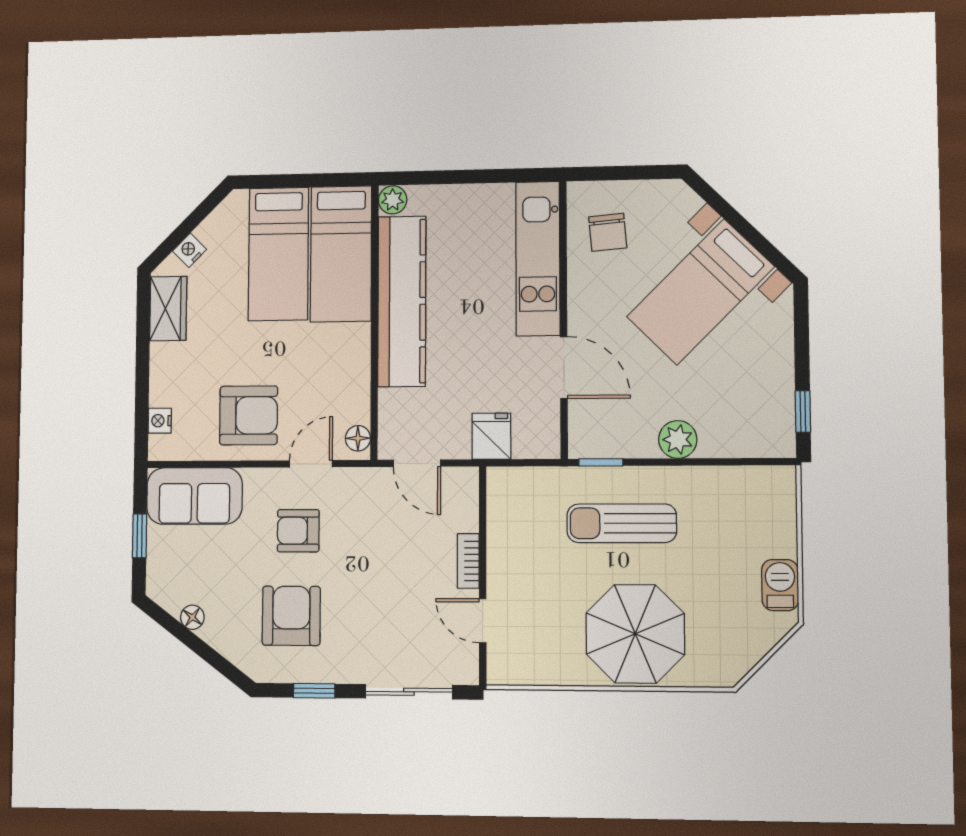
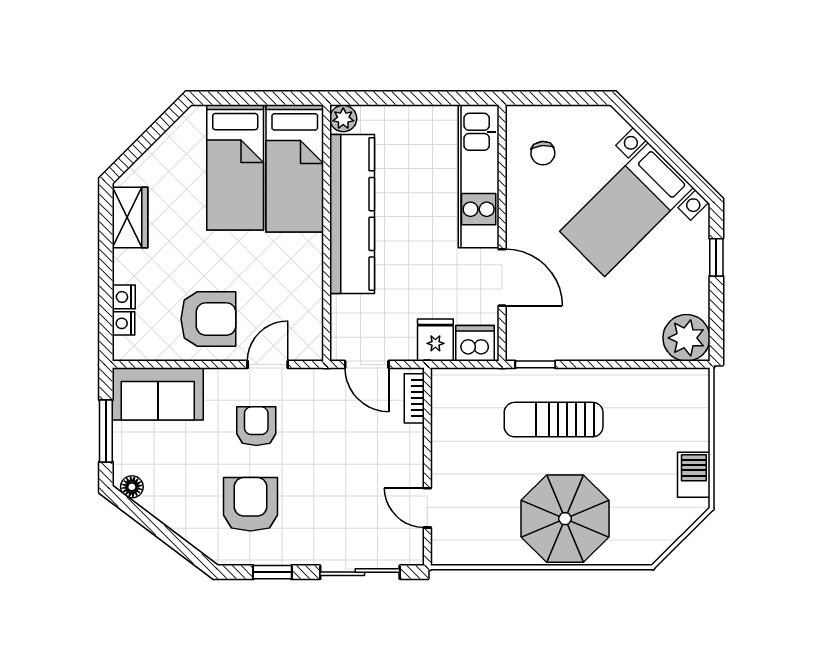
chair: (608, 232) -> (543, 153), width x0.73, depth x0.73
nightstand: (190, 250) -> (124, 297), moved, turned -45
window: (803, 411) -> (716, 257), moved
floor lamp: (358, 438) -> (312, 341), removed
dishwasher: (534, 440) -> (475, 343), added
plant: (678, 440) -> (686, 338), moved, width x1.36, depth x1.36
armchair: (298, 531) -> (256, 426), turned 90
window: (140, 536) -> (106, 431), width x1.50
bookcase: (468, 561) -> (414, 398), moved
floor lamp: (192, 617) -> (132, 487), moved

